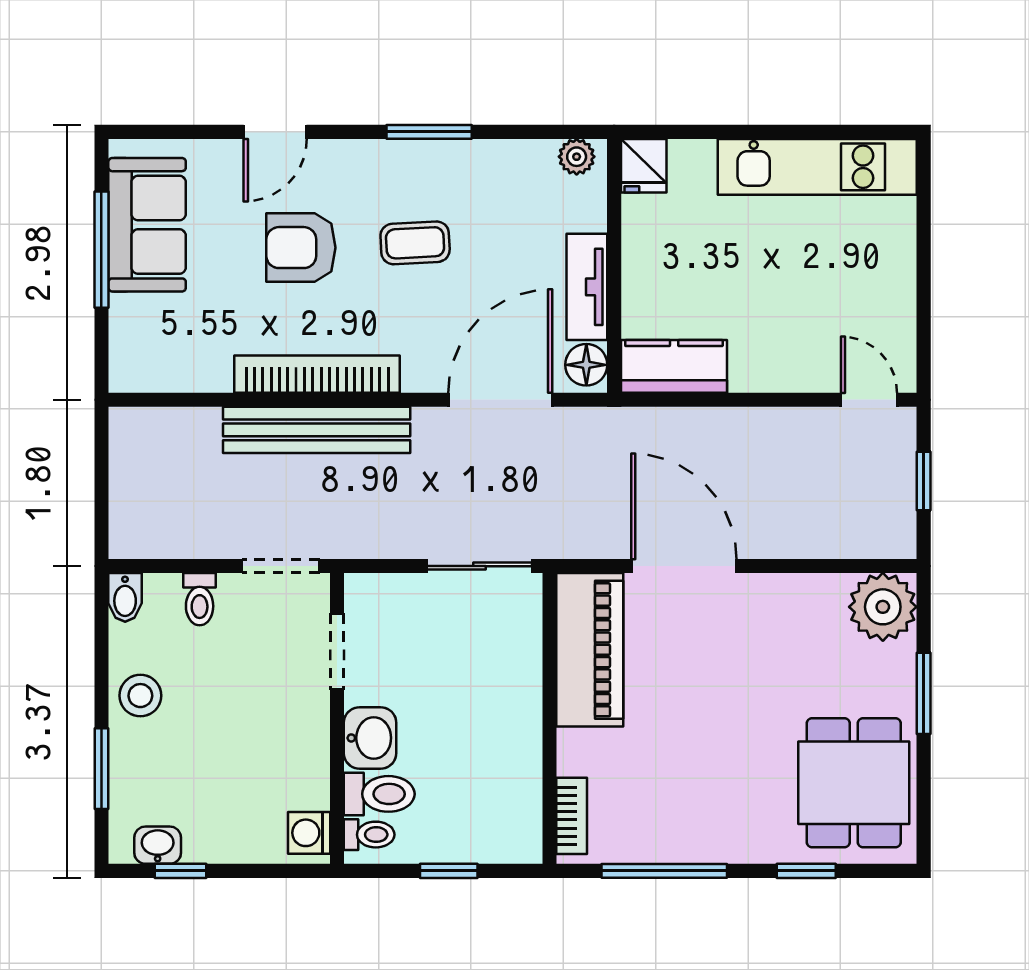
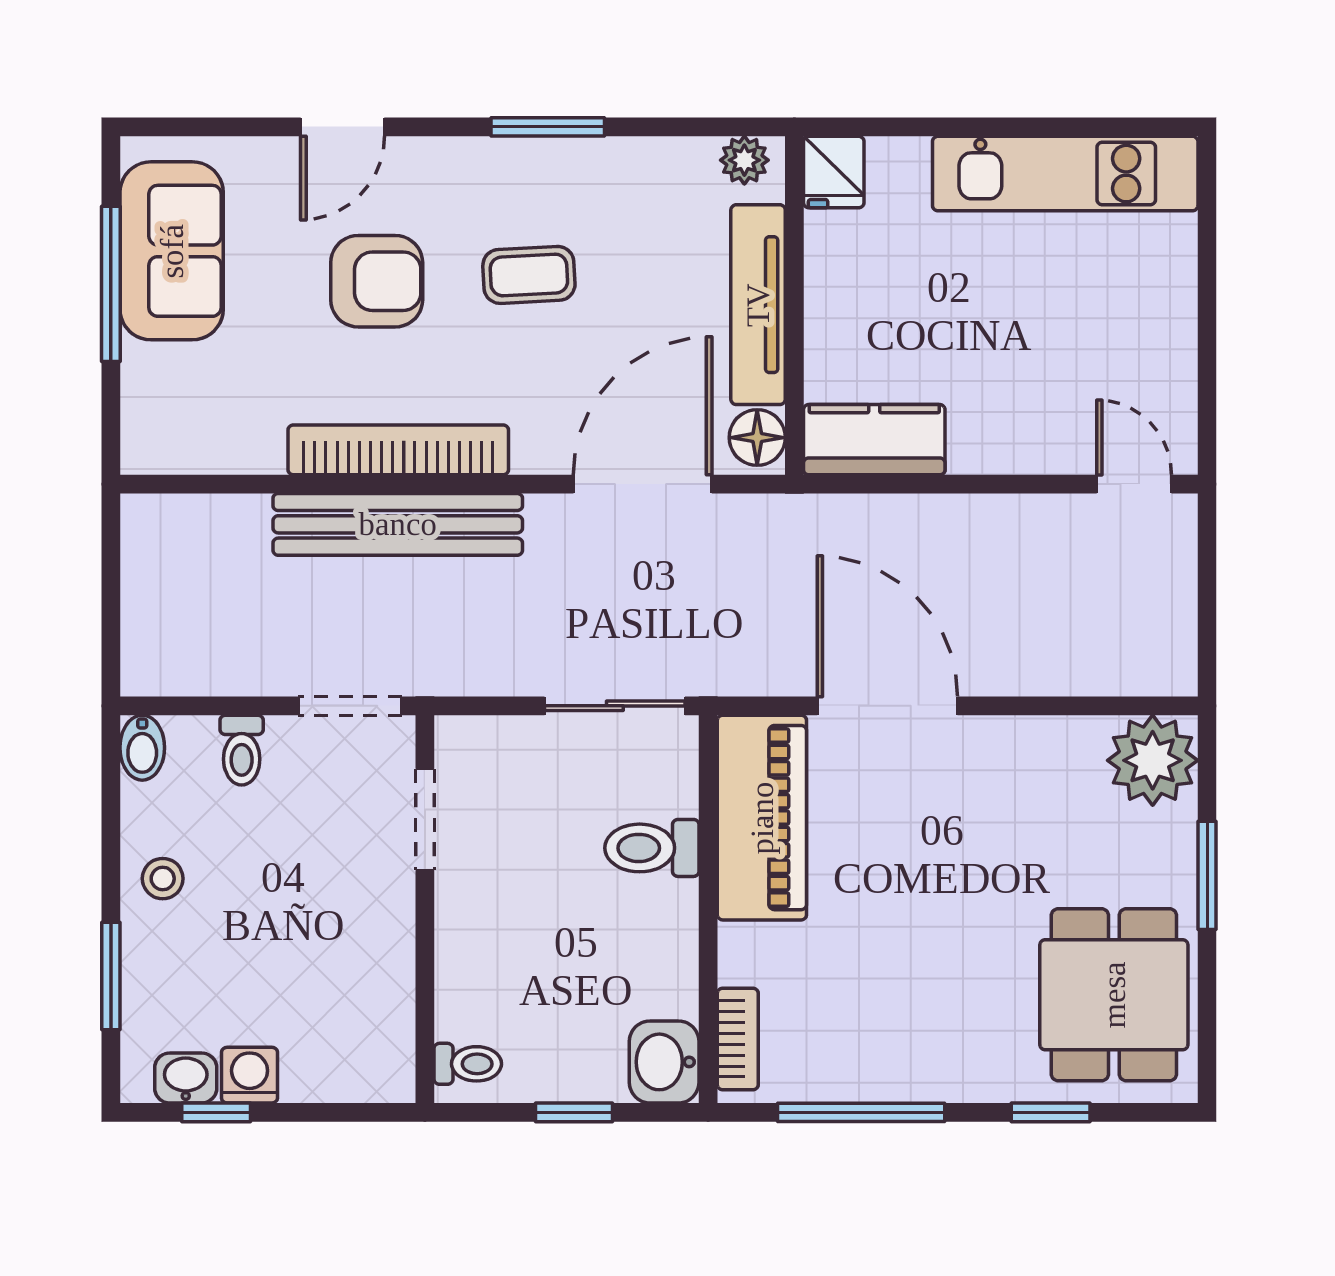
armchair: (301, 248) -> (377, 281), turned 180
tv unit: (587, 287) -> (758, 305), width x1.41
window: (924, 481) -> (1207, 592), removed
stool: (140, 696) -> (163, 879), width x0.73, depth x0.73
washbasin: (370, 738) -> (664, 1062), moved, turned 180
toilet: (379, 794) -> (652, 848), moved, turned 180
washing machine: (309, 833) -> (250, 1075), moved, turned 90

